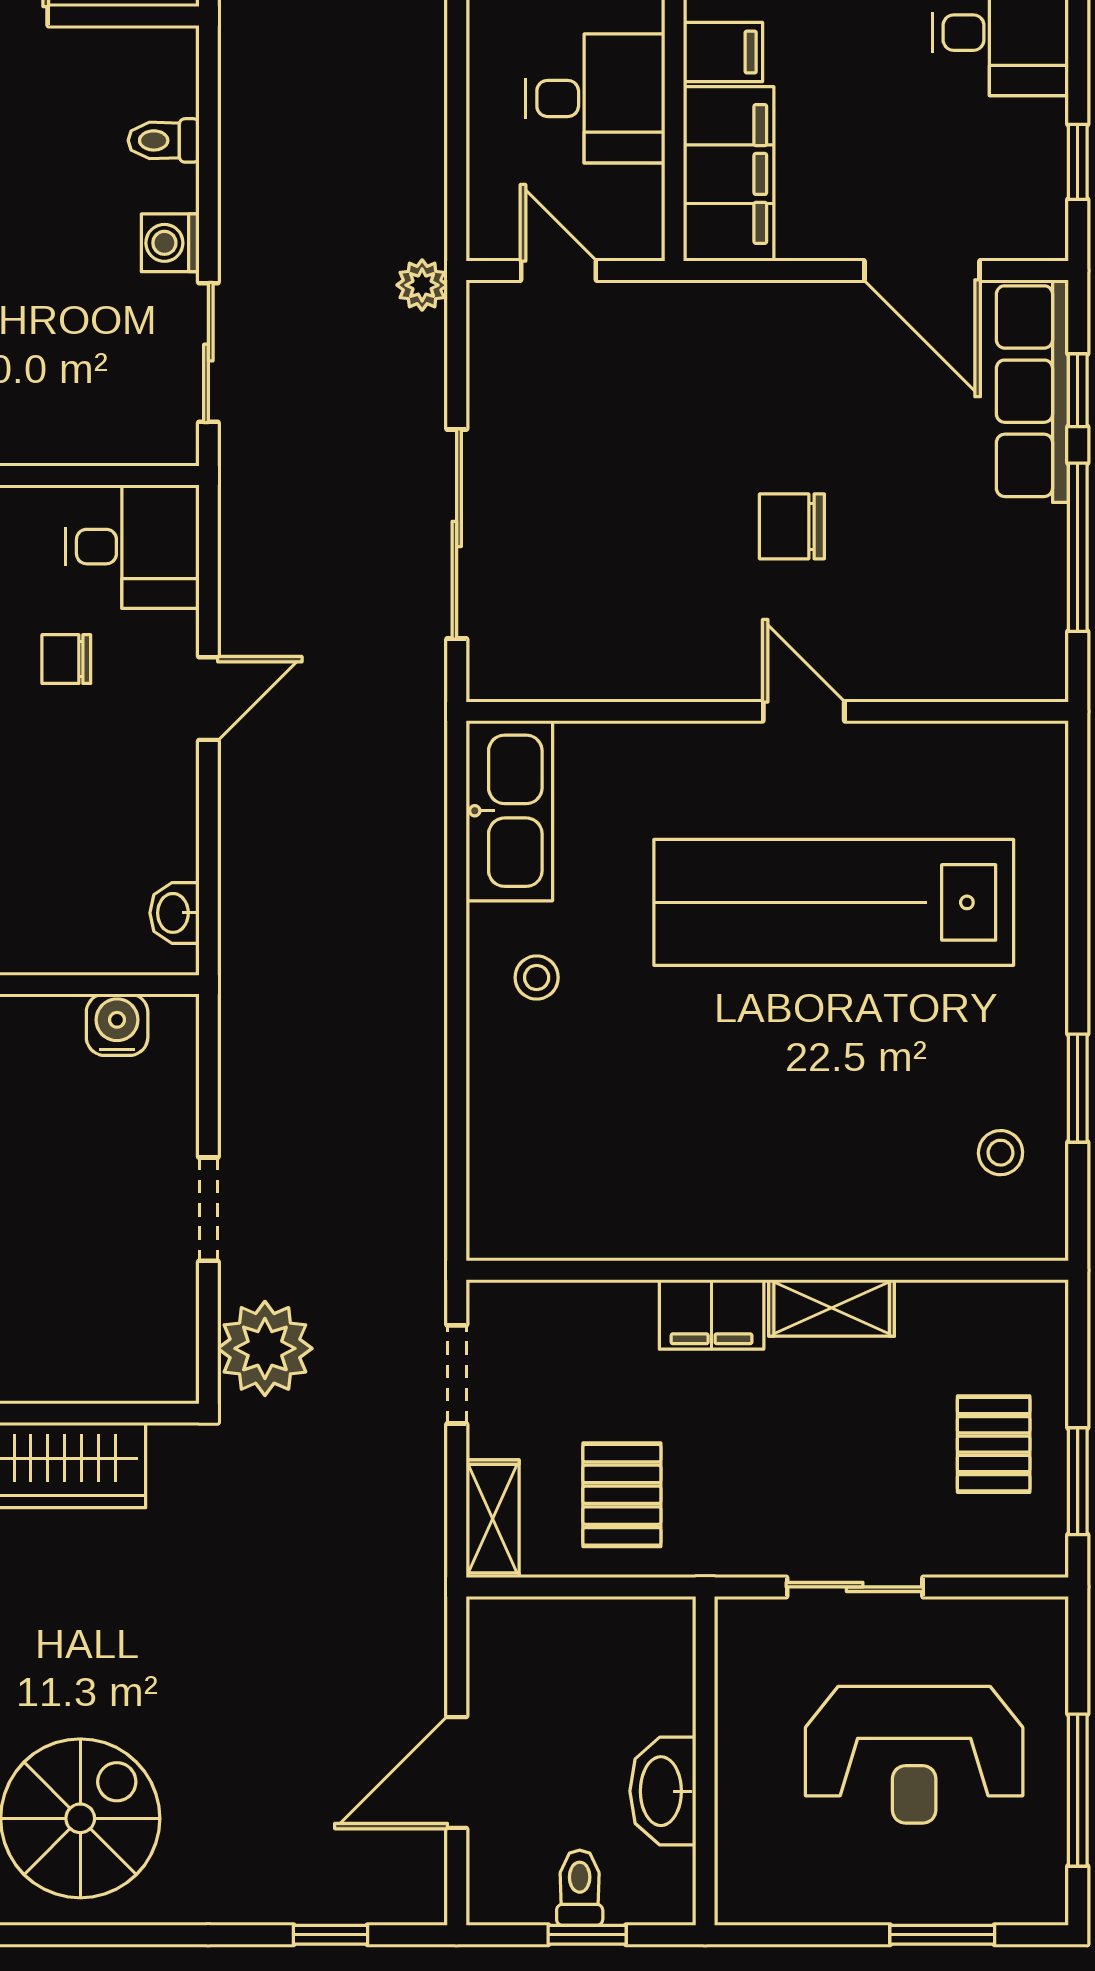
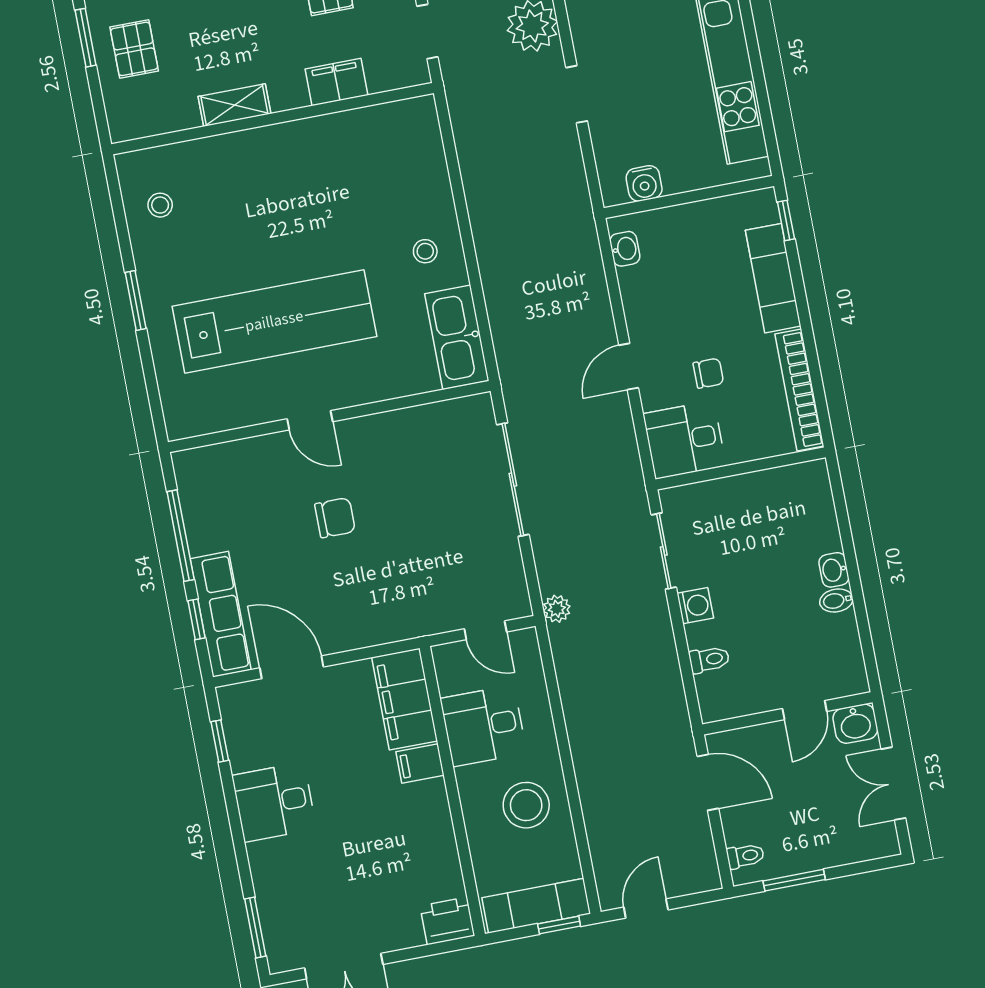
window: (1078, 1088) -> (136, 301), moved
filing cabinet: (712, 1314) -> (336, 82), moved

